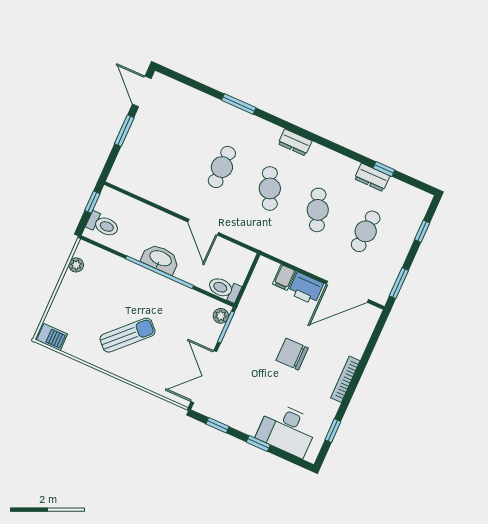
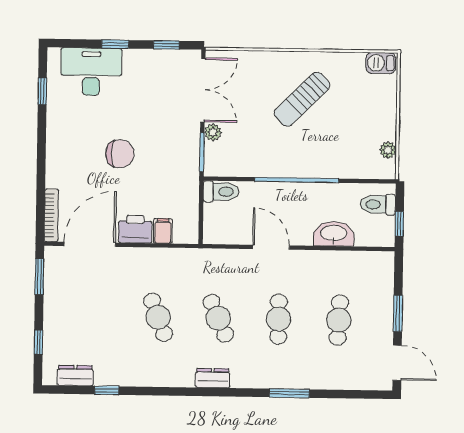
dresser: (372, 177) -> (75, 376), moved
cafe table: (366, 231) -> (339, 320), moved
washbasin: (160, 259) -> (334, 234), moved, turned 180
plant: (221, 316) -> (213, 132), moved
bookcase: (345, 379) -> (51, 215), moved

